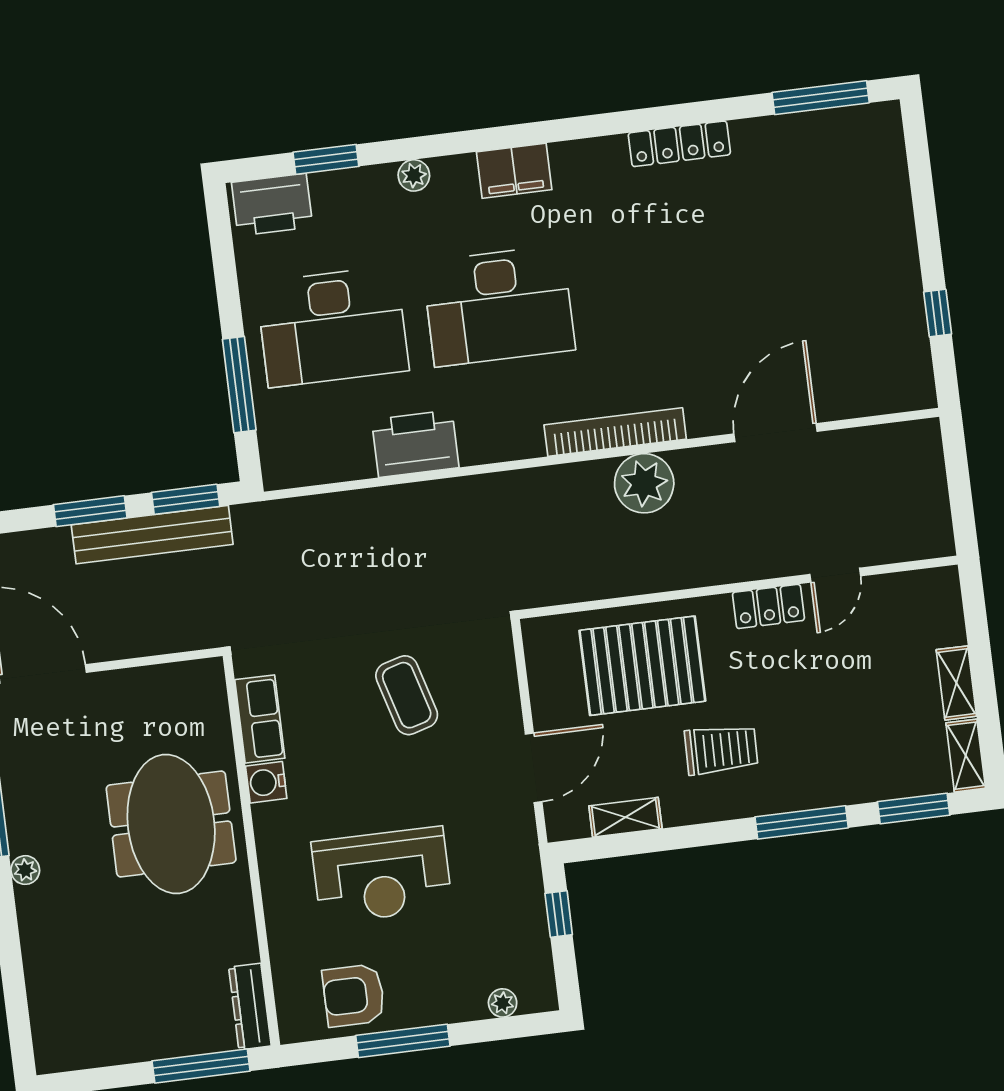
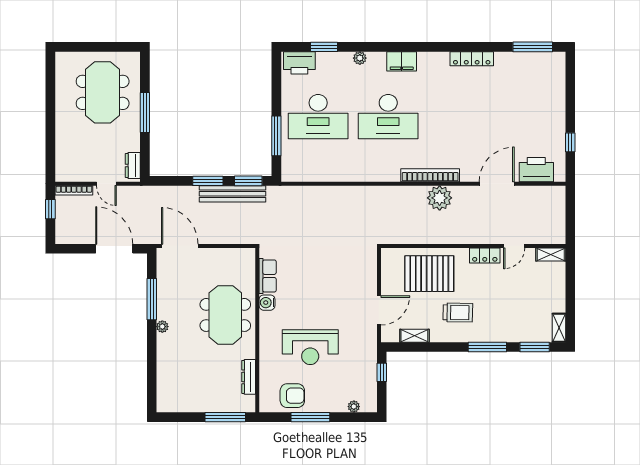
printer: (415, 444) -> (536, 170), moved
shelving: (956, 683) -> (551, 255), moved, turned 90
coffee table: (407, 695) -> (330, 274), removed
armchair: (354, 995) -> (292, 396), turned 180
dresser: (250, 1007) -> (249, 377), moved

